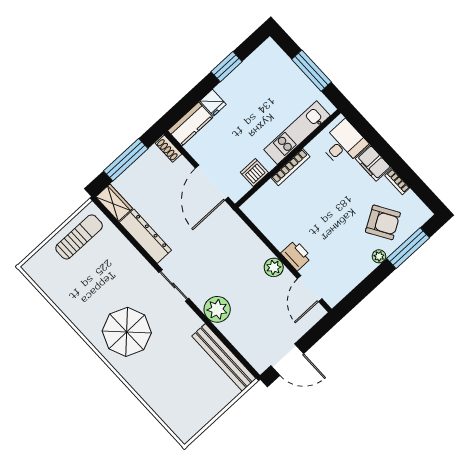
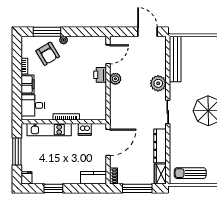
fridge: (213, 103) -> (26, 178), moved
armchair: (383, 222) -> (48, 54), turned 180

